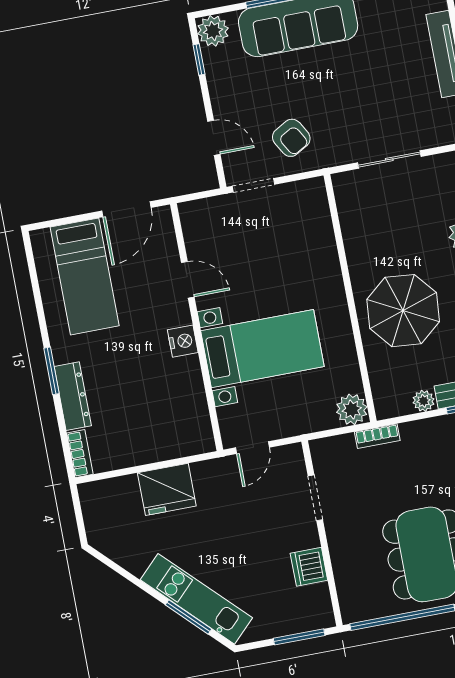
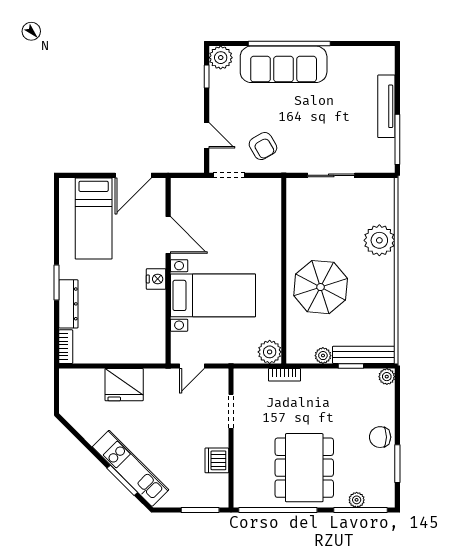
door: (188, 280) -> (168, 235), width x1.38

